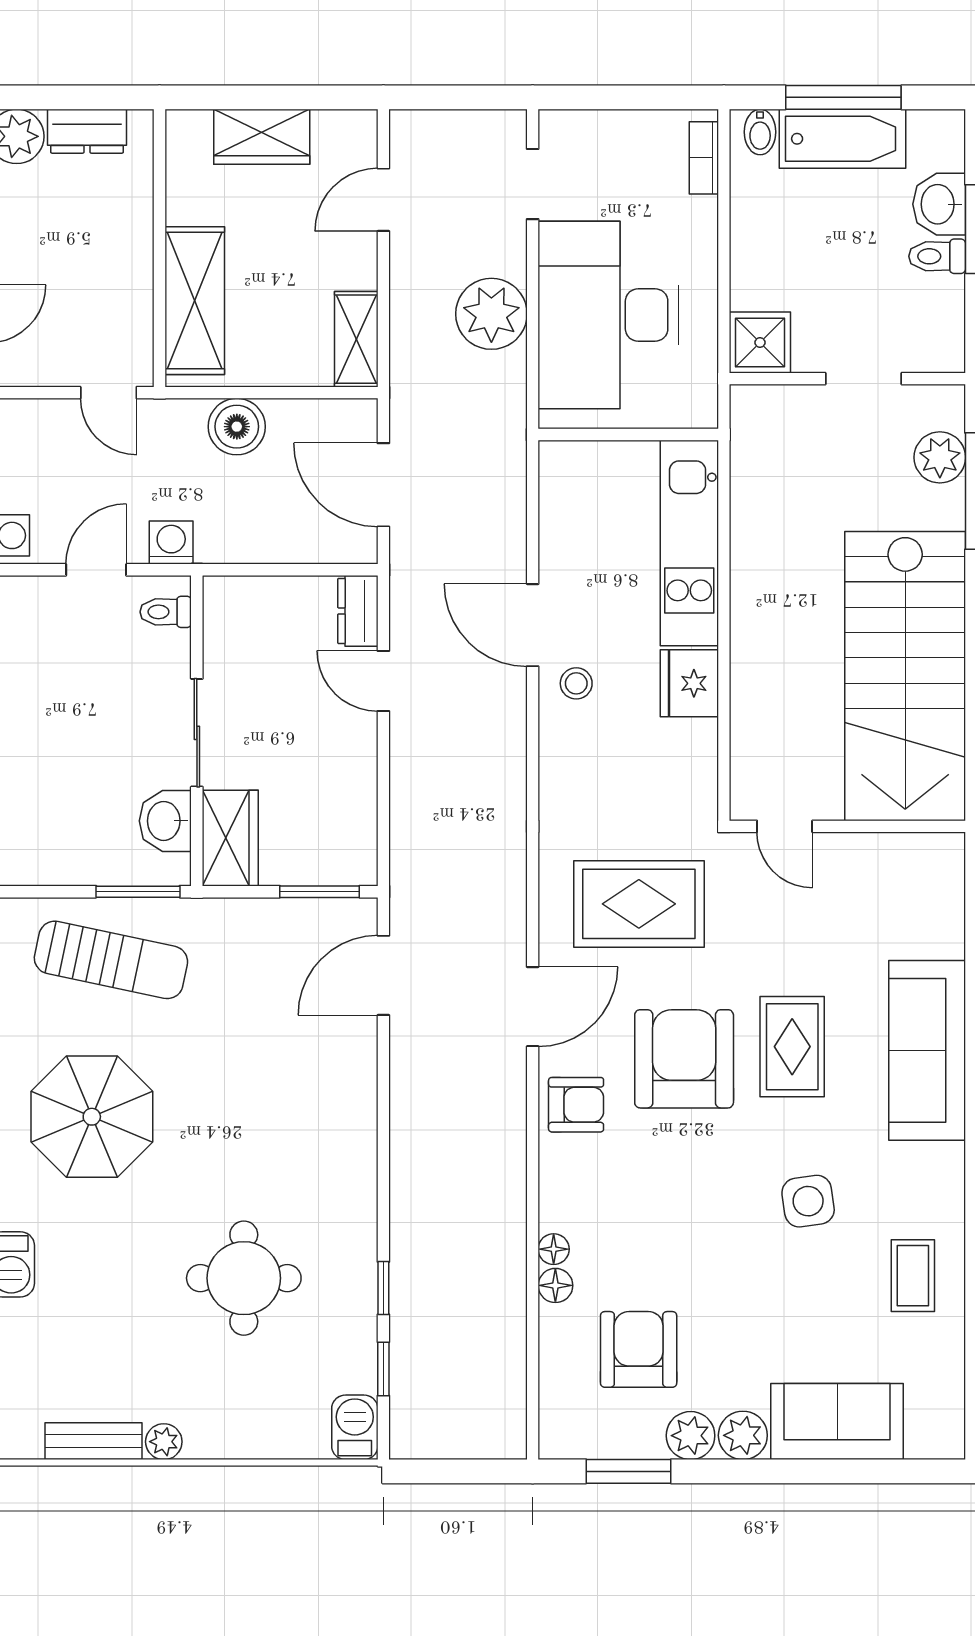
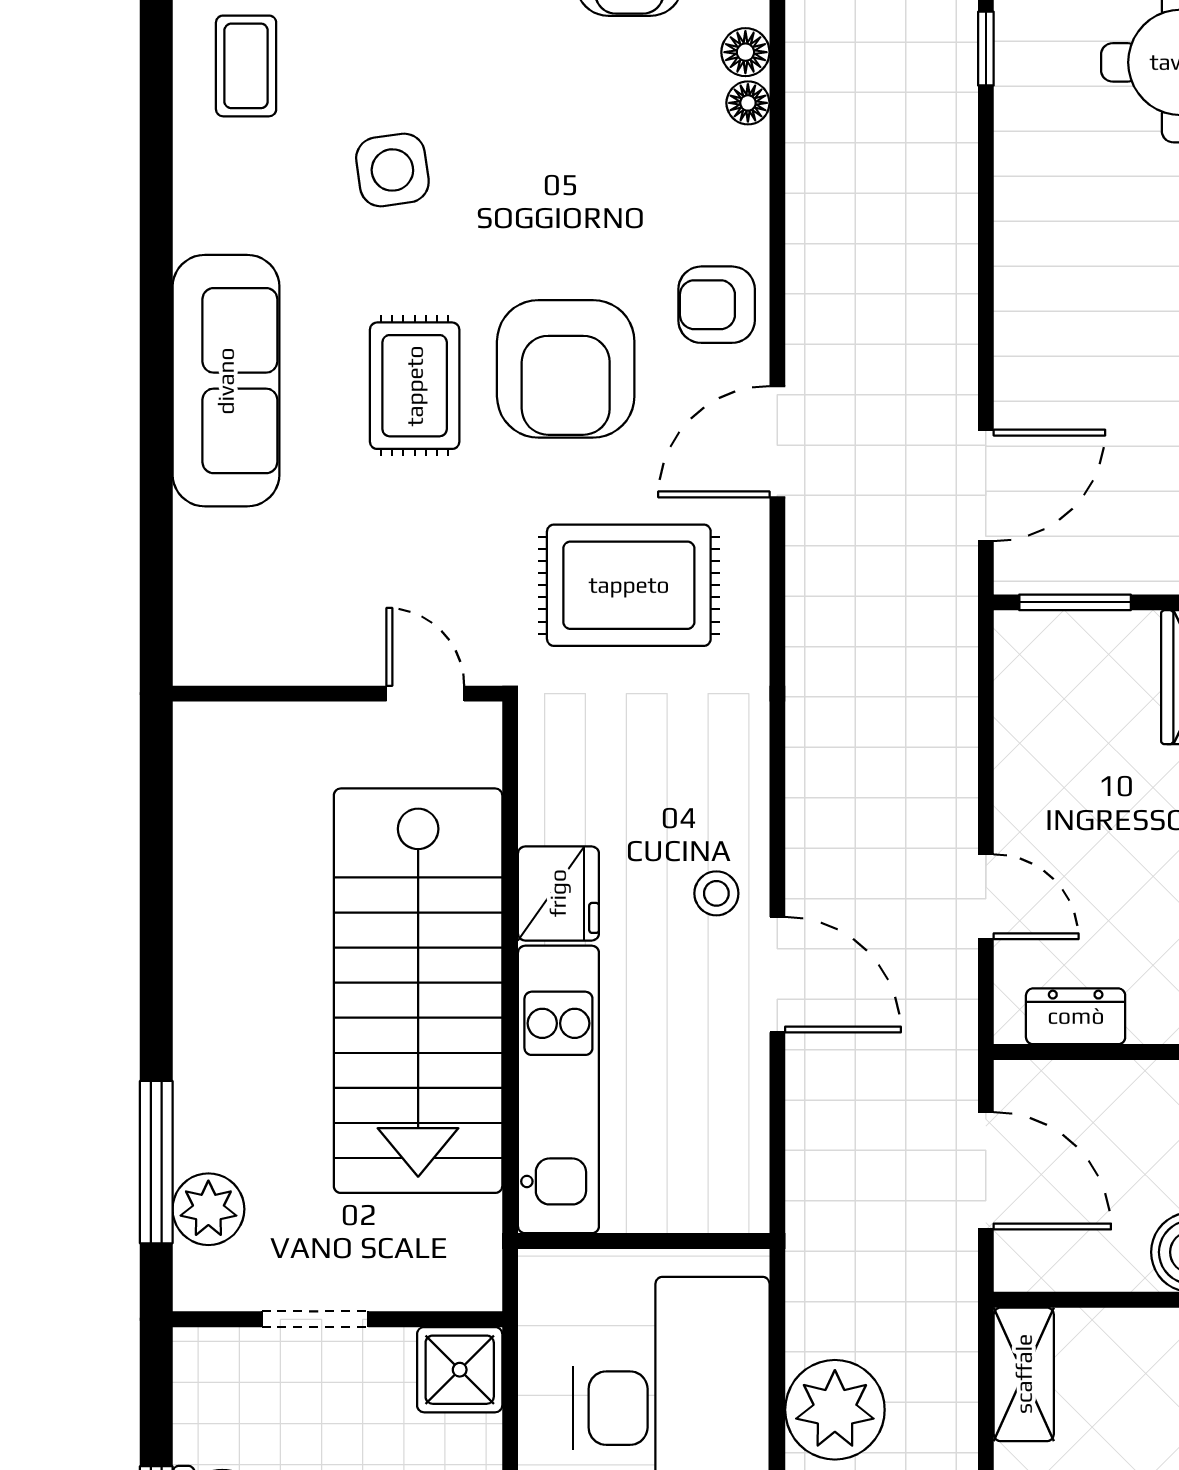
dresser: (358, 611) -> (1076, 1016), moved, turned -90
stairs: (905, 676) -> (418, 991), moved, turned 180

